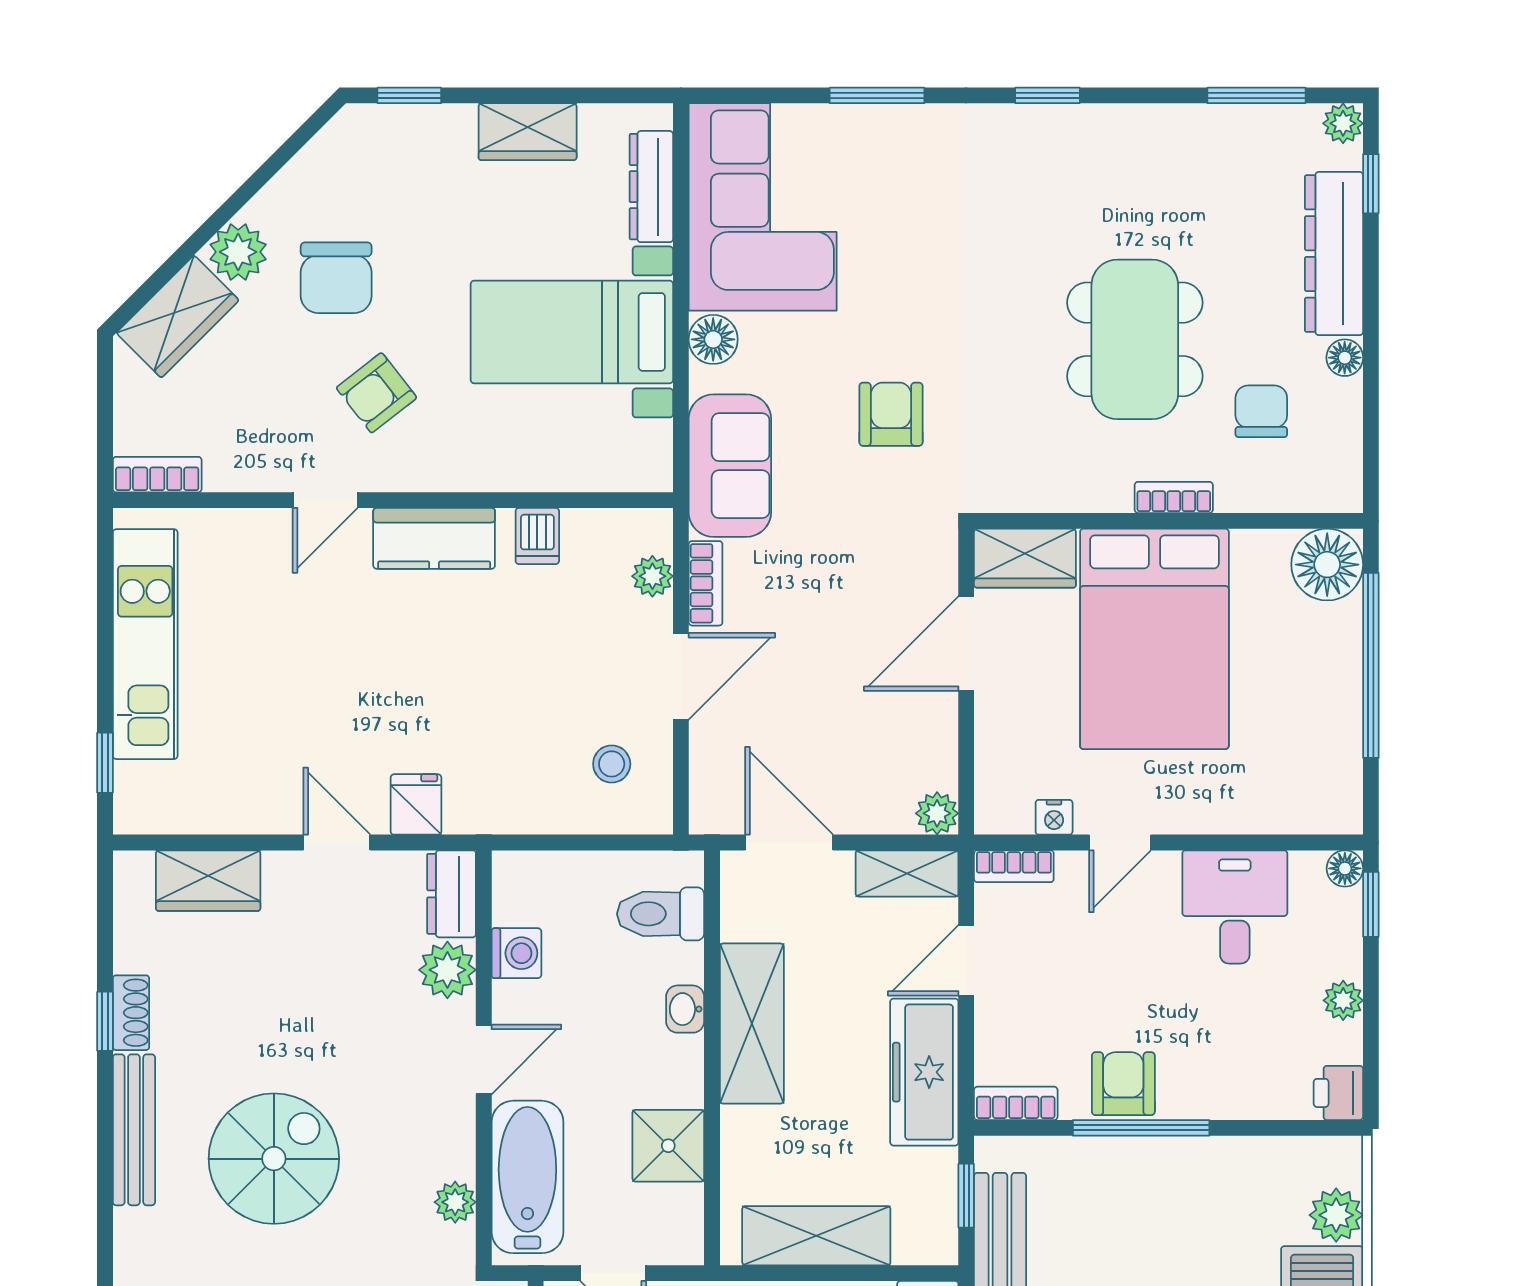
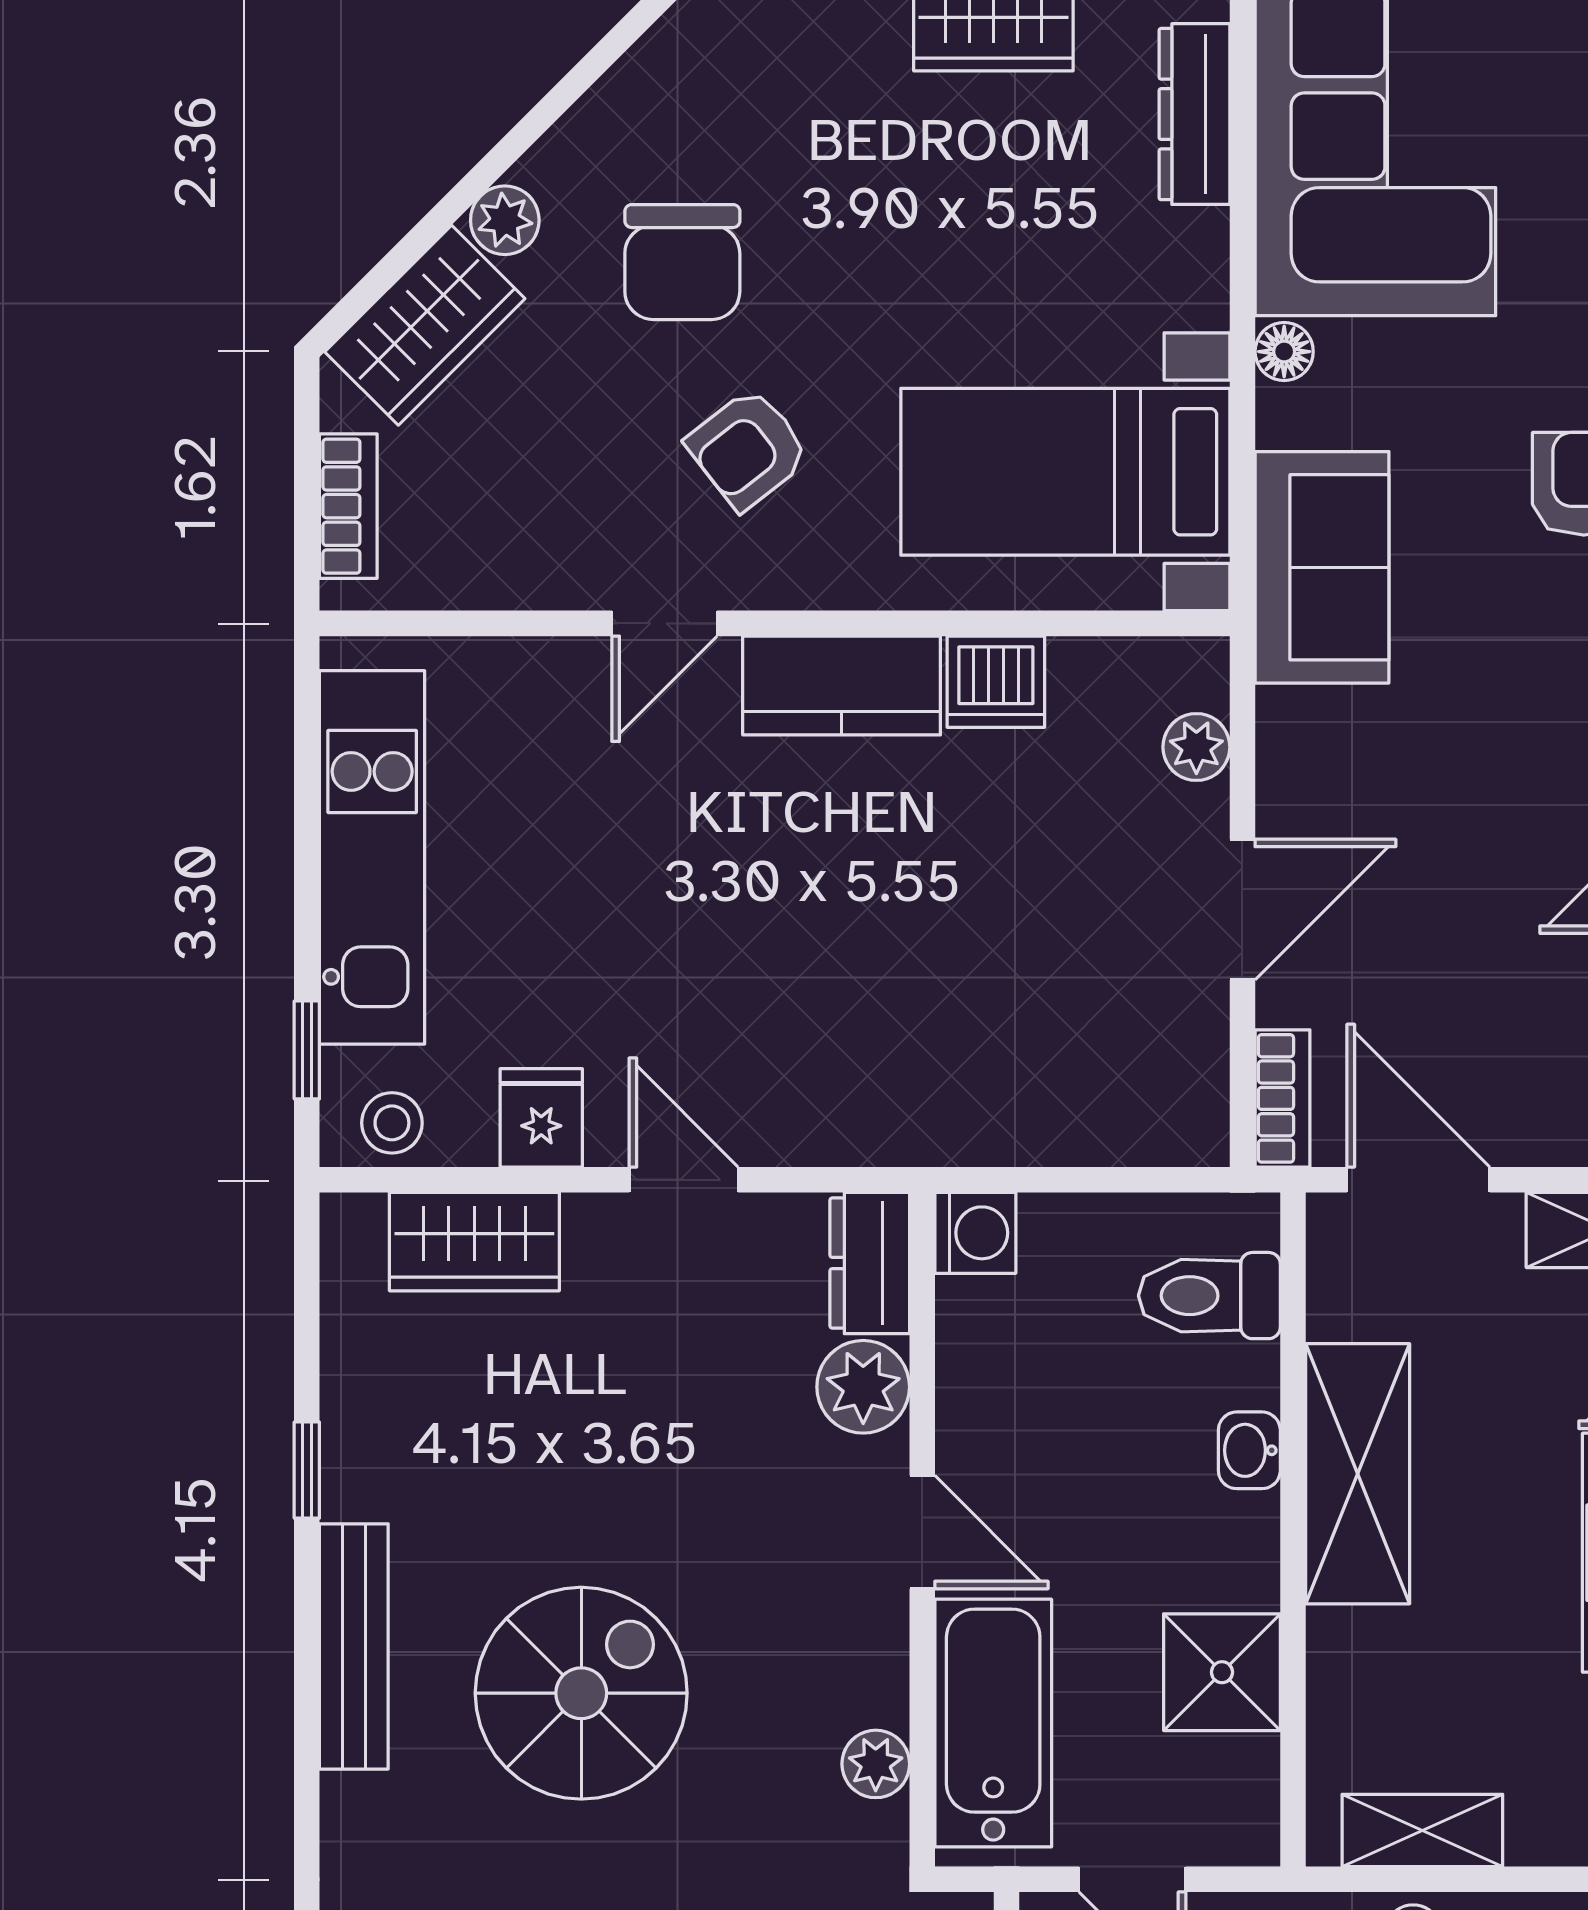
plant: (238, 252) -> (505, 220), width x0.73, depth x0.73
bed with nightstands: (572, 332) -> (1065, 472), moved
floor lamp: (713, 339) -> (1284, 352), width x0.73, depth x0.73
bookcase: (157, 475) -> (348, 506), moved, turned 90
dishwasher: (537, 536) -> (996, 682), width x1.38
bookcase: (706, 583) -> (1283, 1098), moved
stool: (612, 764) -> (392, 1123), moved
fridge: (416, 804) -> (541, 1118), moved
washing machine: (516, 953) -> (975, 1233), moved
shoe rack: (131, 1013) -> (349, 1456), removed
door: (484, 1059) -> (922, 1532), hinge flipped
shelving: (816, 1236) -> (1422, 1830), width x0.67, depth x0.75

